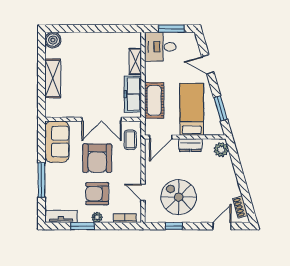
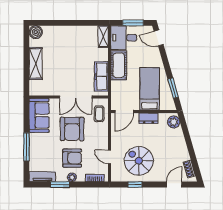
shelving: (135, 61) -> (103, 37), moved
door: (208, 64) -> (159, 38), moved
cot: (154, 100) -> (119, 65), moved
armchair: (97, 194) -> (72, 158), turned 180

